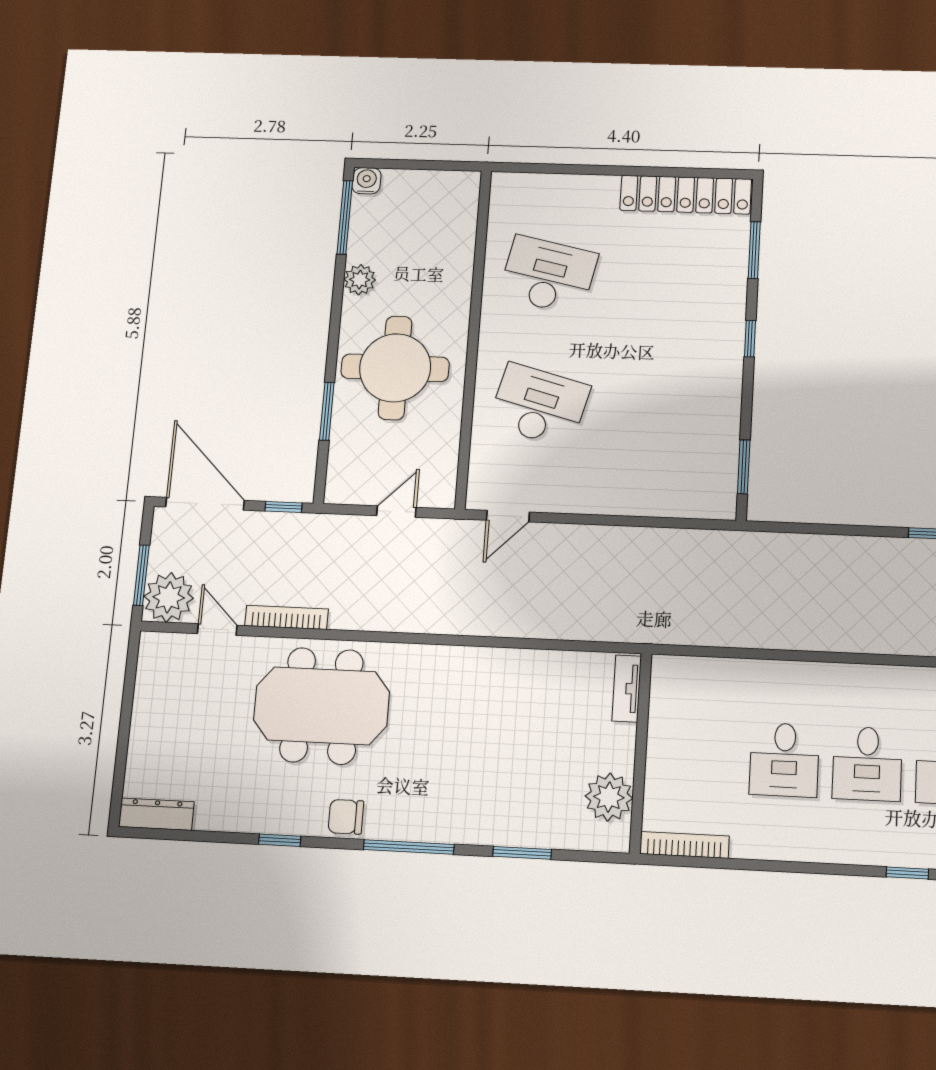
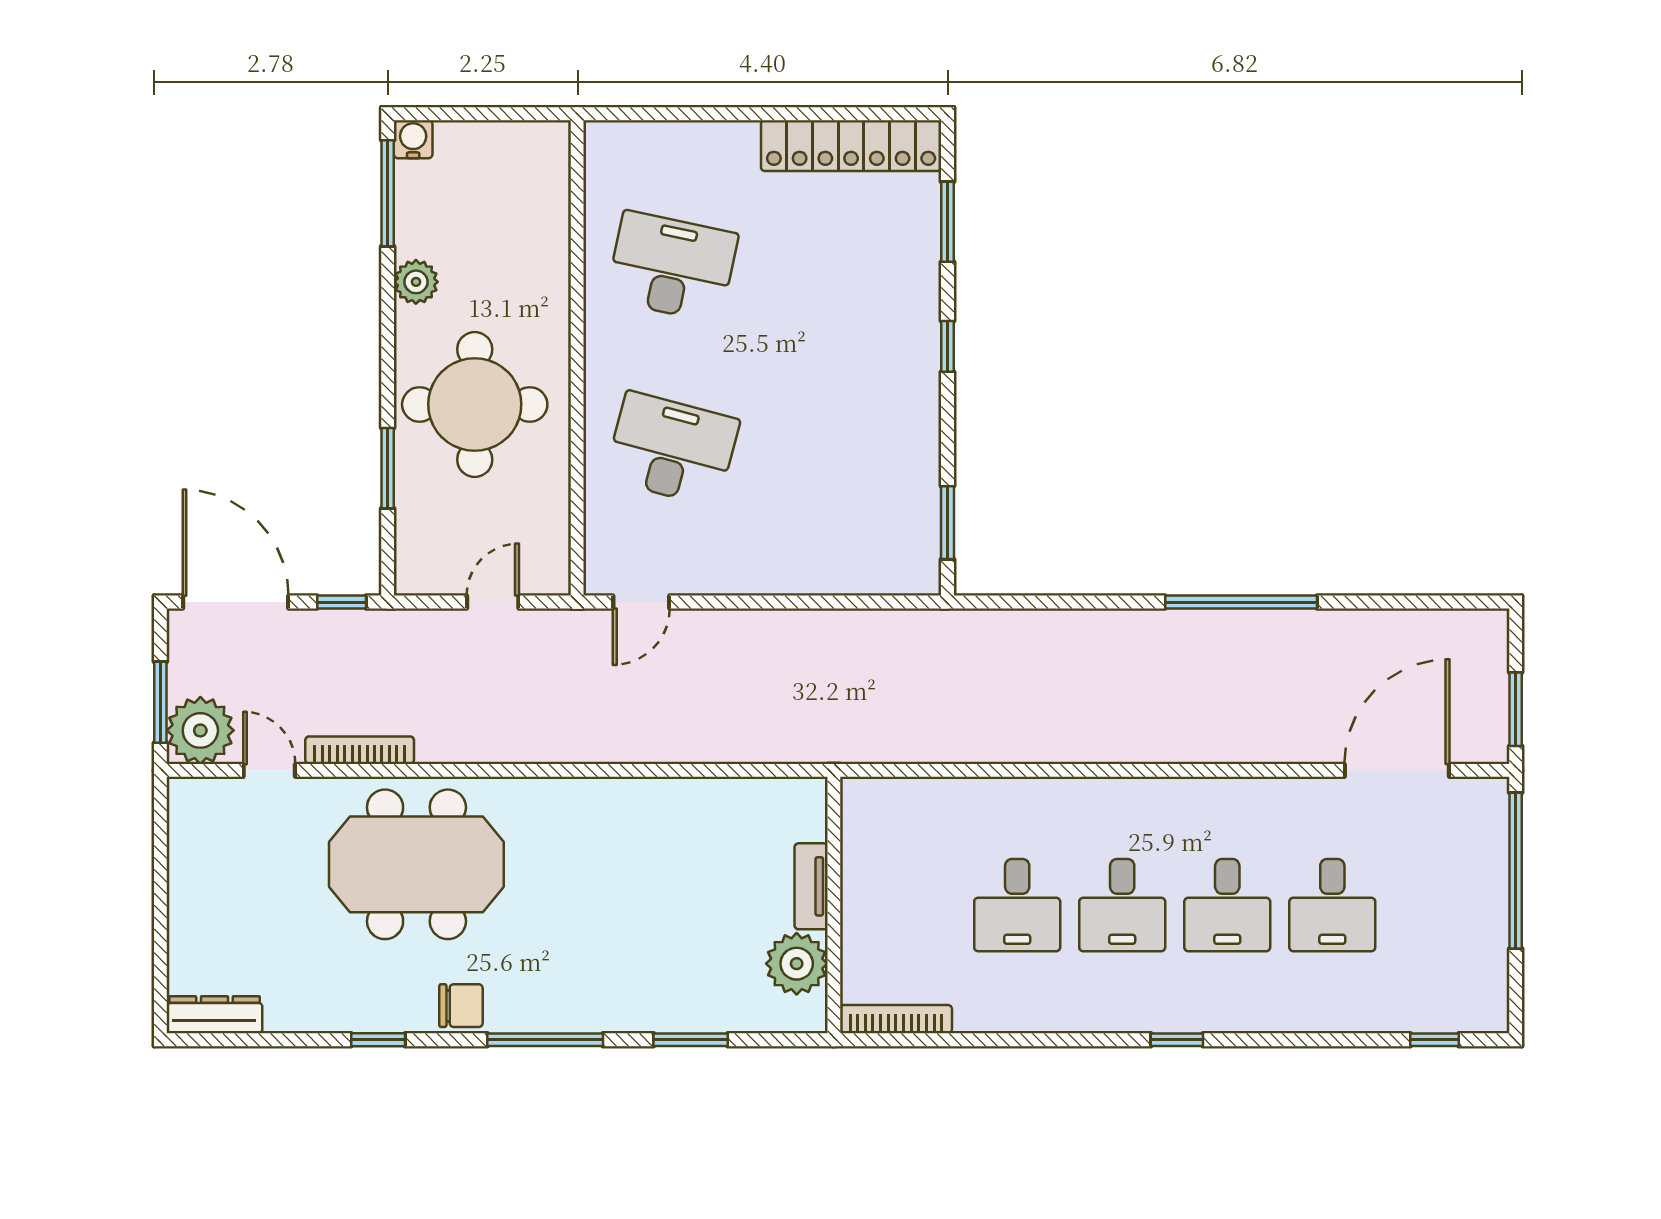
tv unit: (627, 689) -> (811, 886), moved
chair: (346, 817) -> (461, 1006), turned 180

